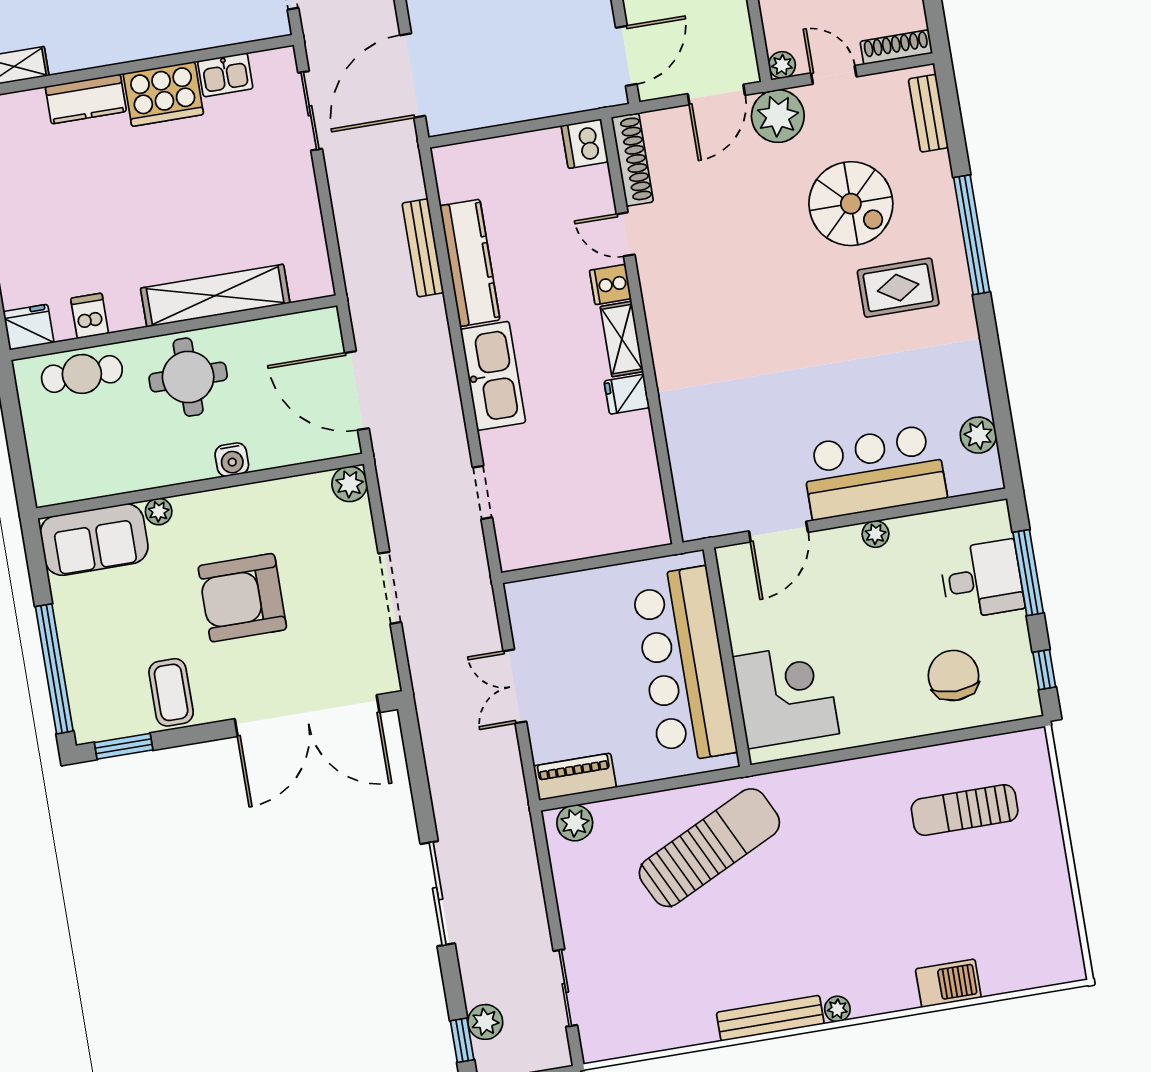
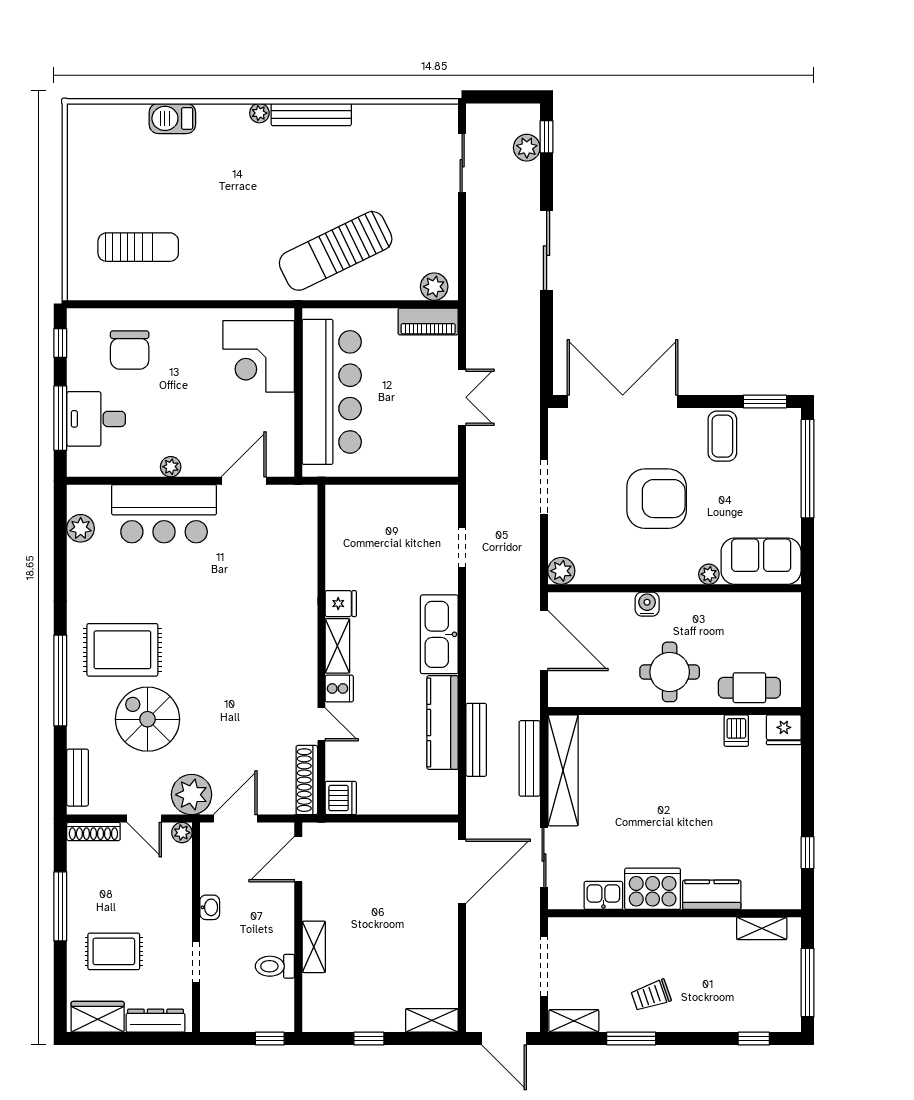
bench: (350, 235) -> (530, 758), added
rug: (898, 288) -> (122, 650), width x1.36, depth x1.43
shelving: (215, 296) -> (563, 770), moved, turned 90

